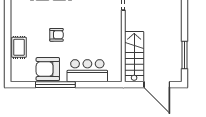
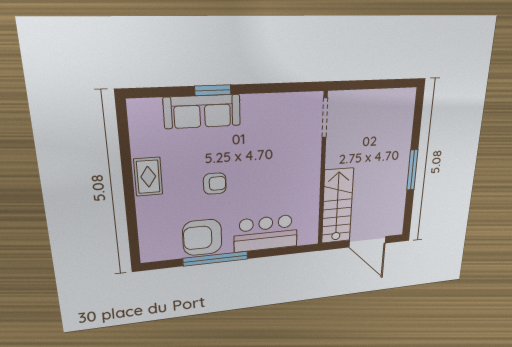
rug: (19, 47) -> (148, 177), moved
window: (185, 55) -> (412, 170), moved

